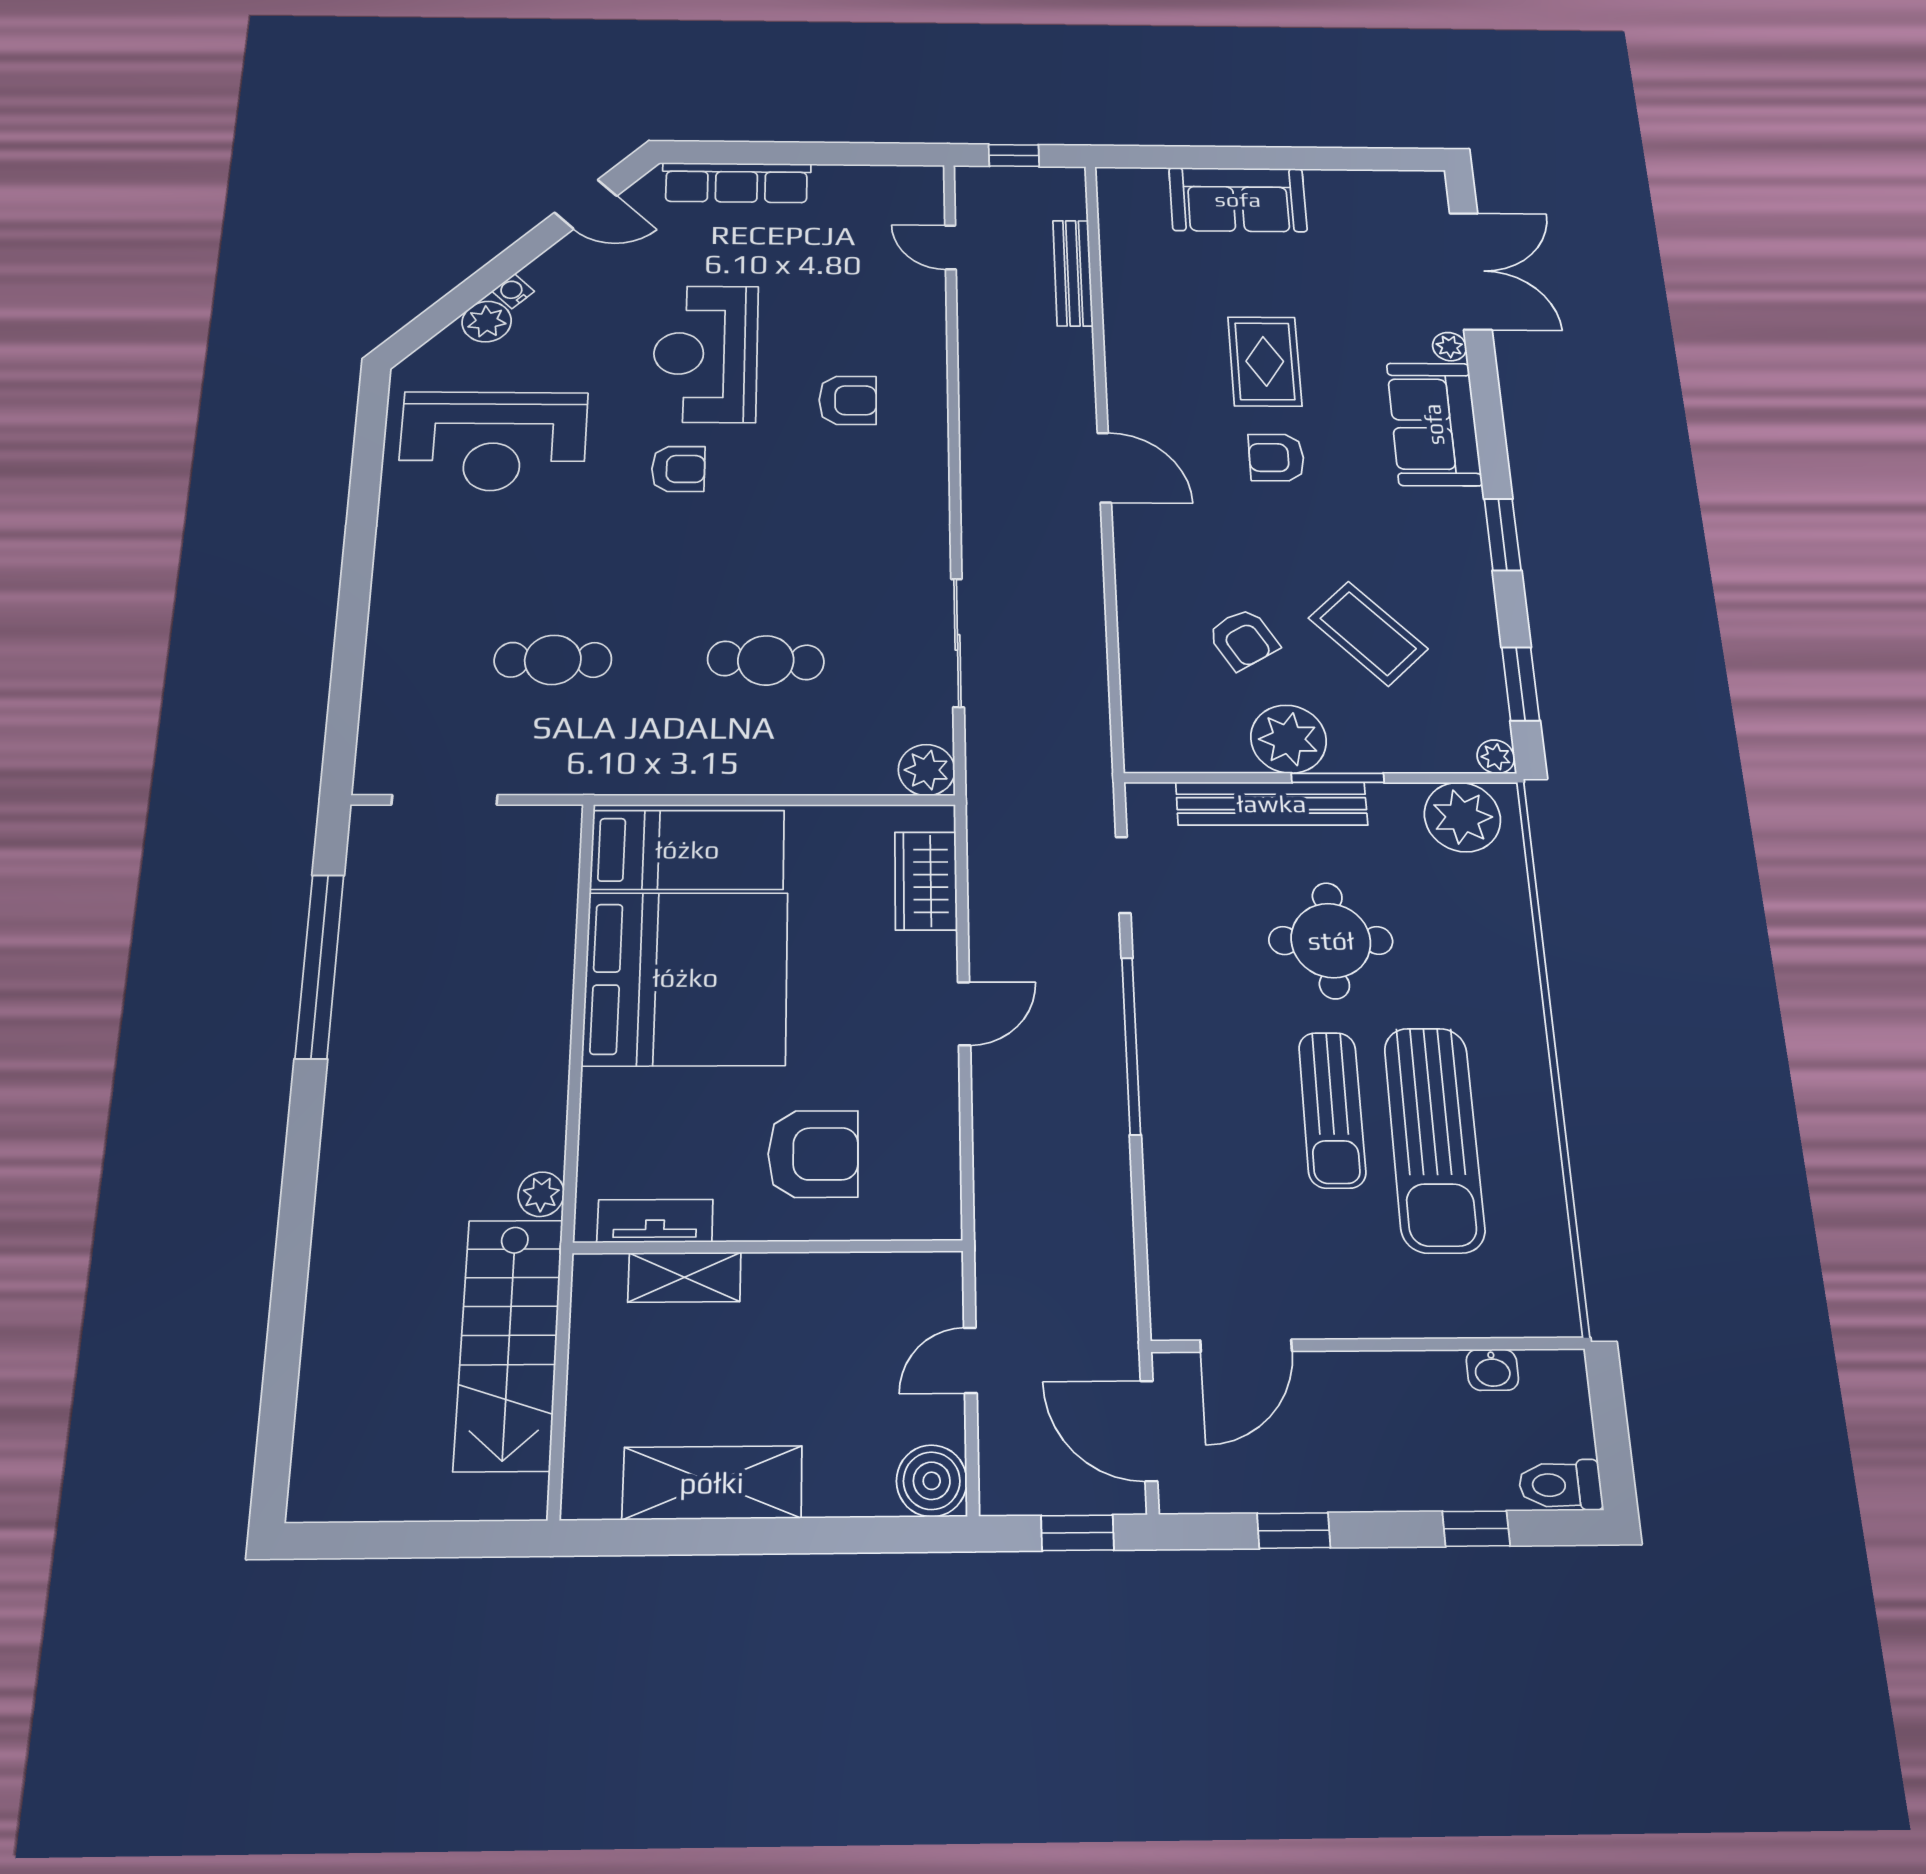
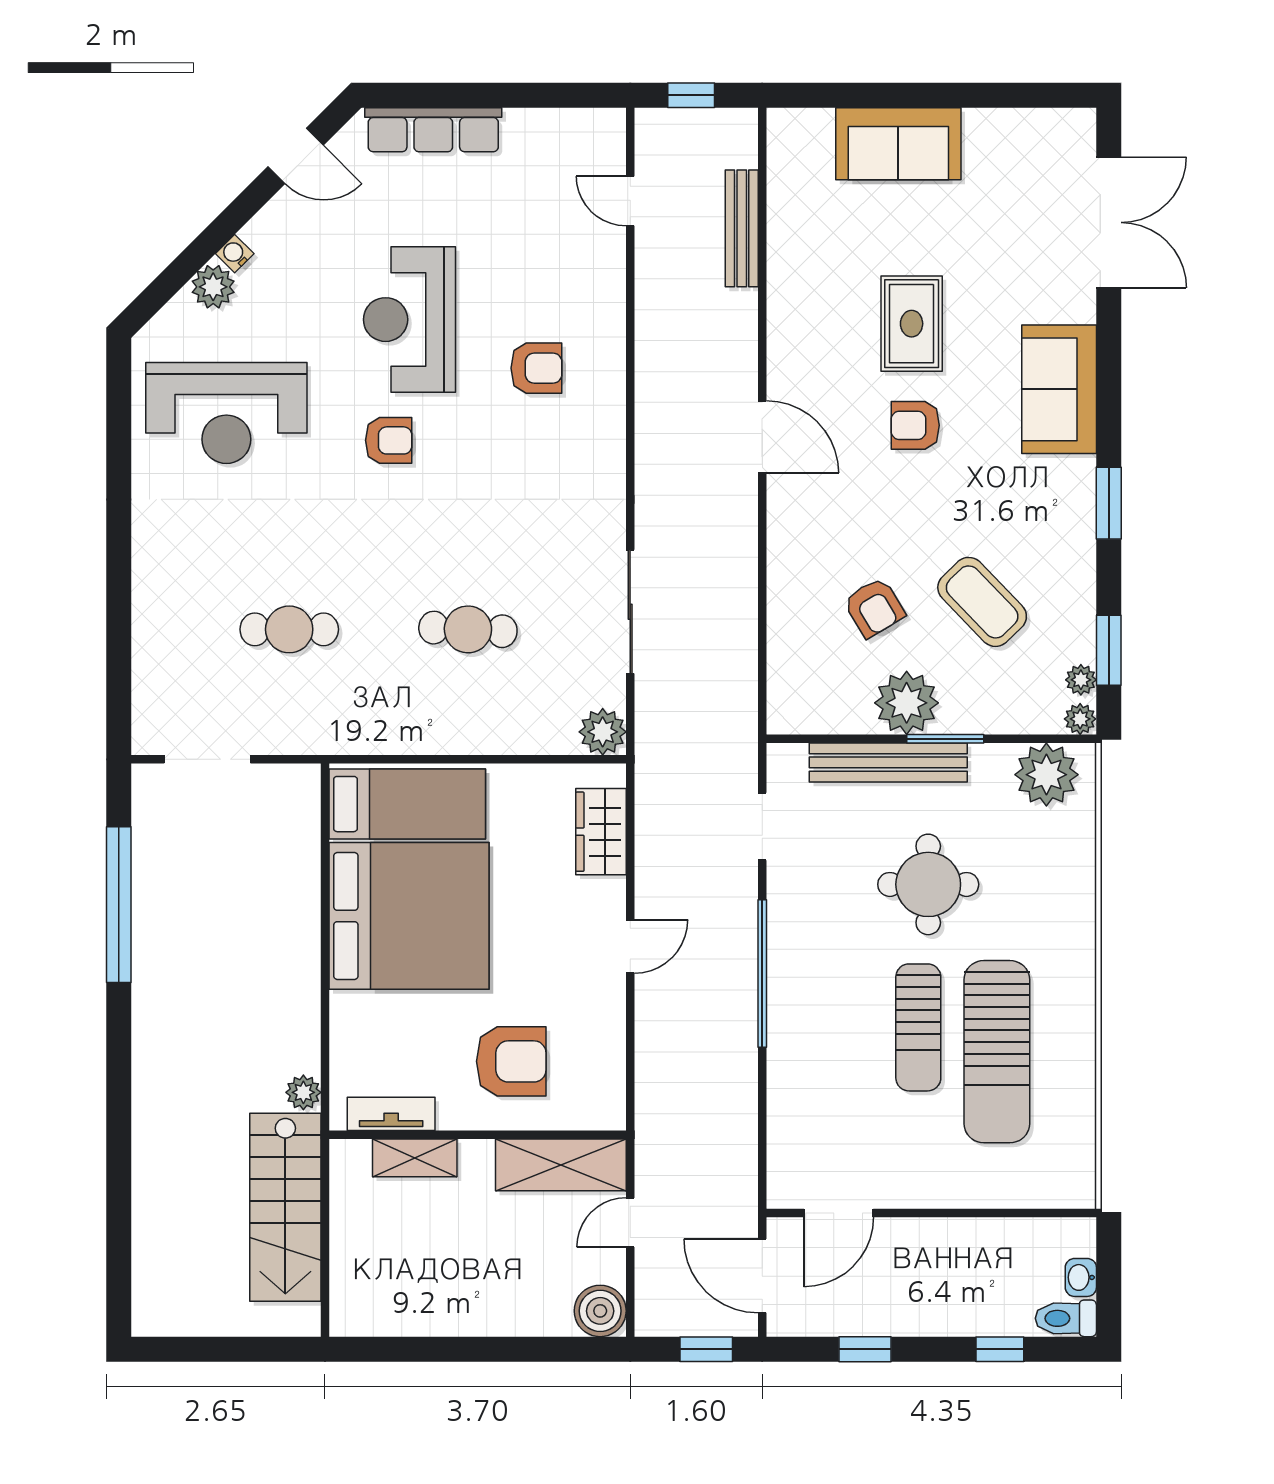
plant: (1449, 347) -> (1081, 680), moved
washbasin: (1492, 1370) -> (1081, 1277), moved, turned 90
shelving: (712, 1483) -> (561, 1165), moved

